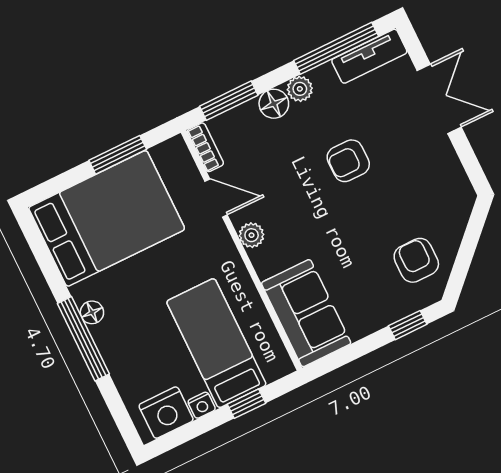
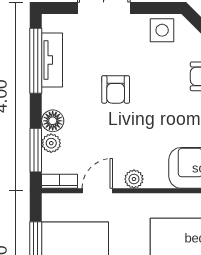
tv unit: (369, 56) -> (52, 60), moved
plant: (300, 89) -> (51, 143), moved
side table: (446, 182) -> (162, 30), added

